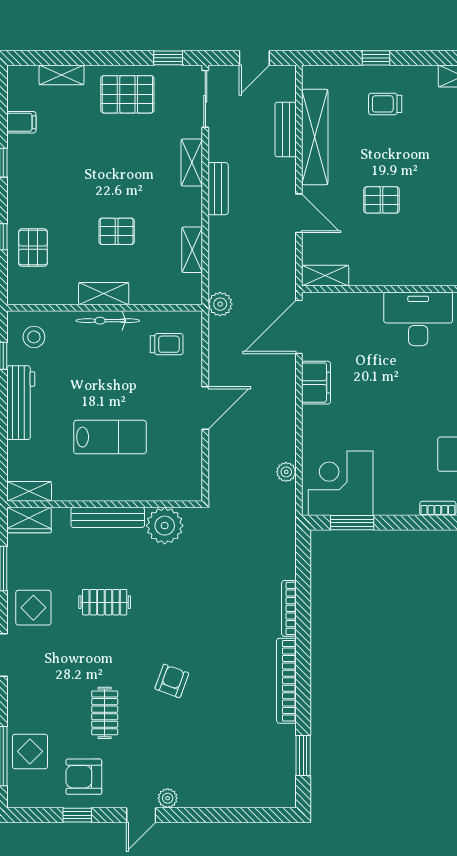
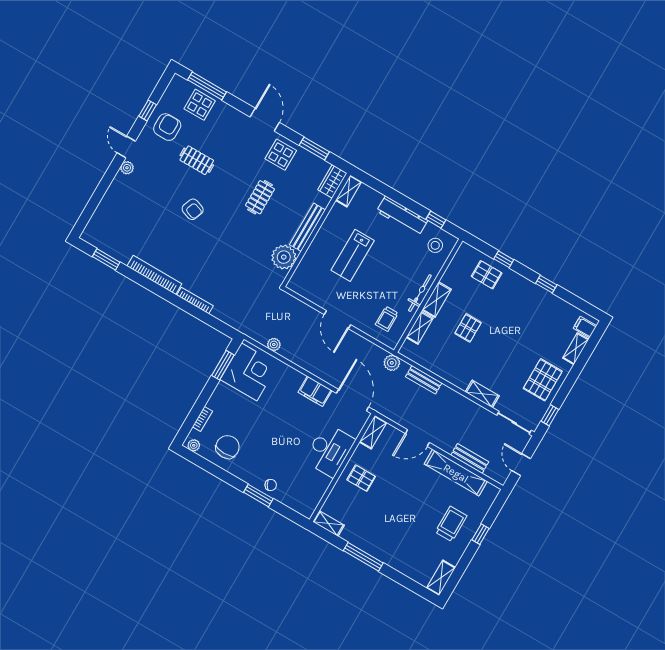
trolley: (385, 104) -> (451, 524), width x1.36, depth x1.39
filing cabinet: (21, 122) -> (585, 327), moved, turned 90
bench: (218, 189) -> (424, 380), moved
pallet: (381, 200) -> (361, 478), moved, turned 90
shelving: (192, 250) -> (420, 328), moved, turned 90
desk: (418, 319) -> (329, 450), moved

